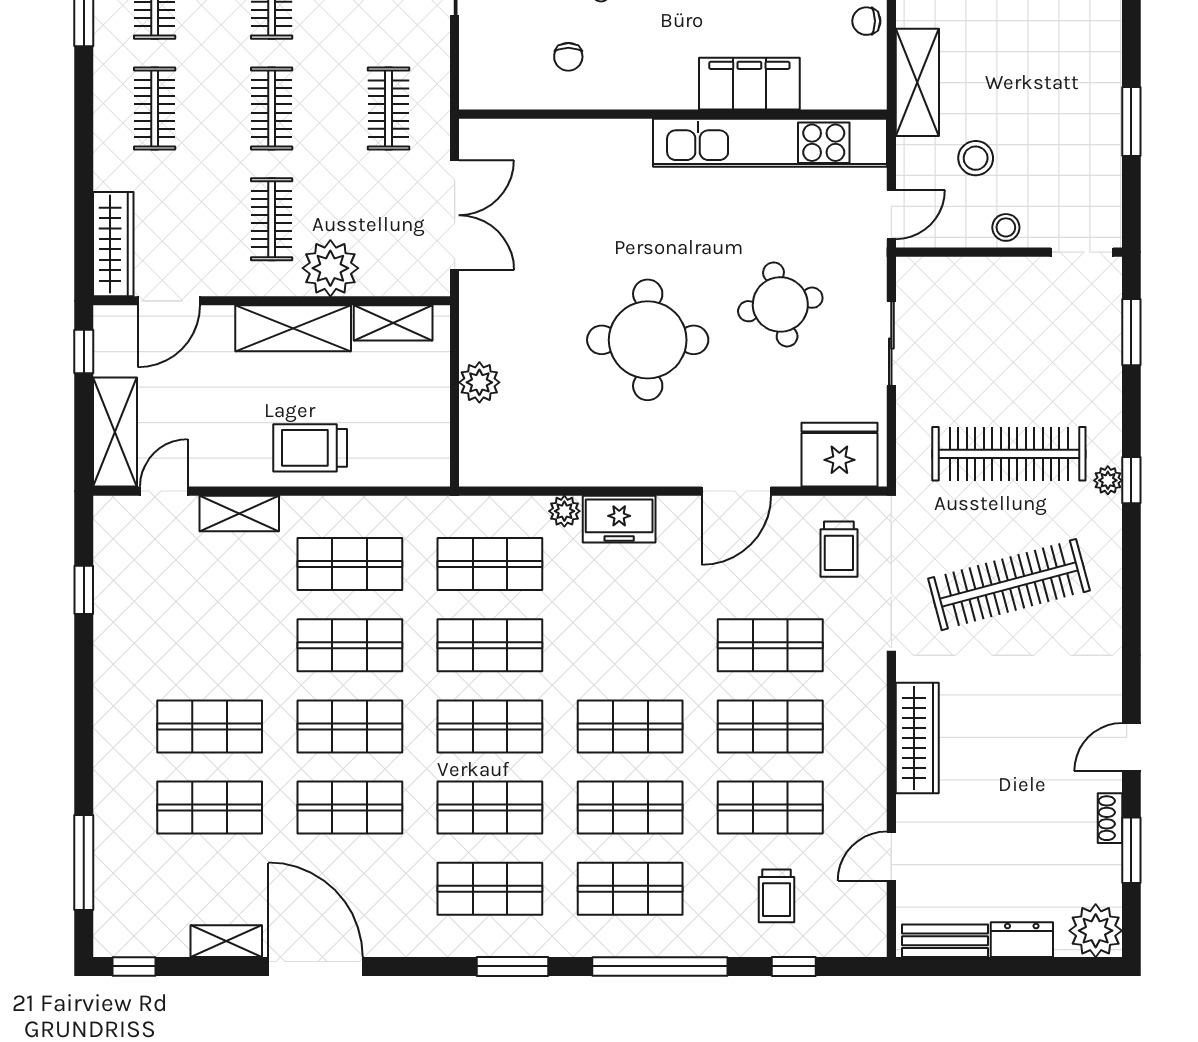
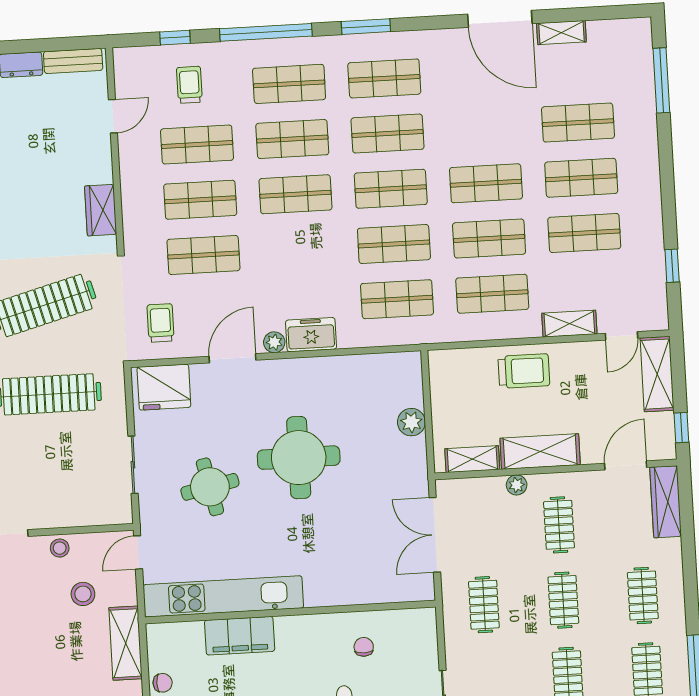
plant: (330, 268) -> (517, 485), width x0.53, depth x0.53
plant: (564, 511) -> (274, 342), moved
wardrobe: (917, 738) -> (101, 210), width x0.67
shop shelf: (350, 808) -> (584, 233), moved
window: (134, 966) -> (623, 12), removed

